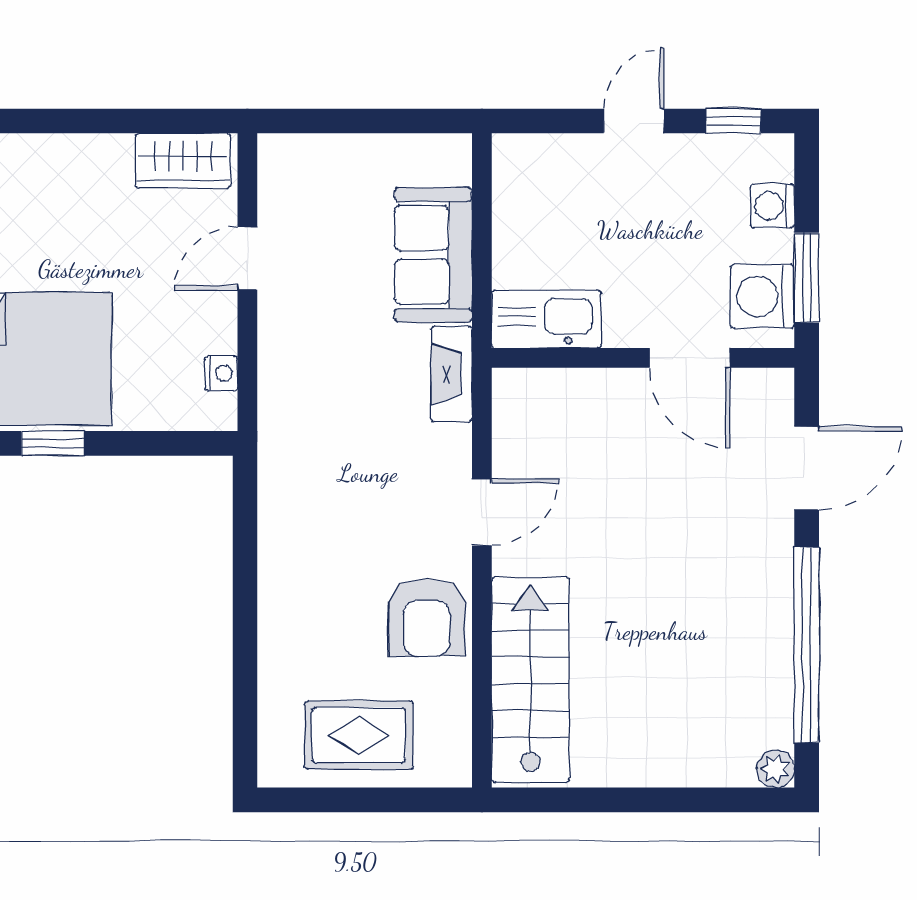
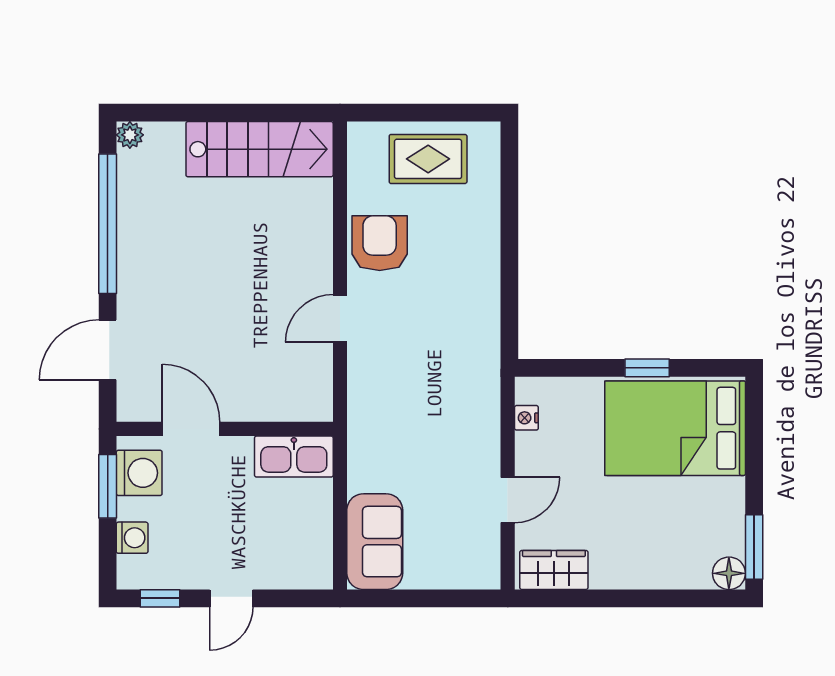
sofa: (433, 255) -> (375, 542), moved
fireplace: (452, 374) -> (362, 417), removed
stairs: (530, 680) -> (260, 149), moved, turned -90

